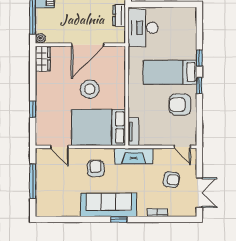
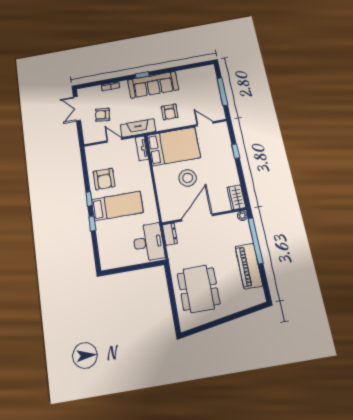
dresser: (119, 15) -> (170, 234), moved
armchair: (180, 105) -> (104, 179), turned 90
door: (182, 147) -> (114, 140), moved

